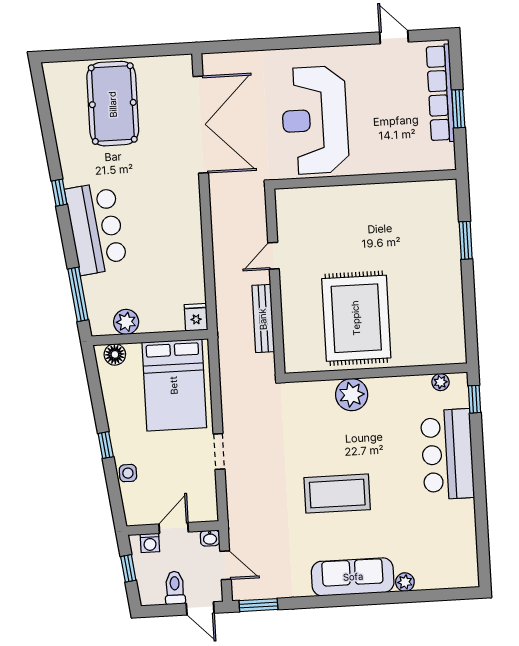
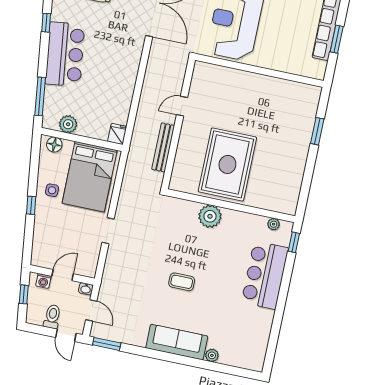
side table: (128, 473) -> (52, 190), moved
coffee table: (337, 494) -> (182, 282), width x0.54, depth x0.58

